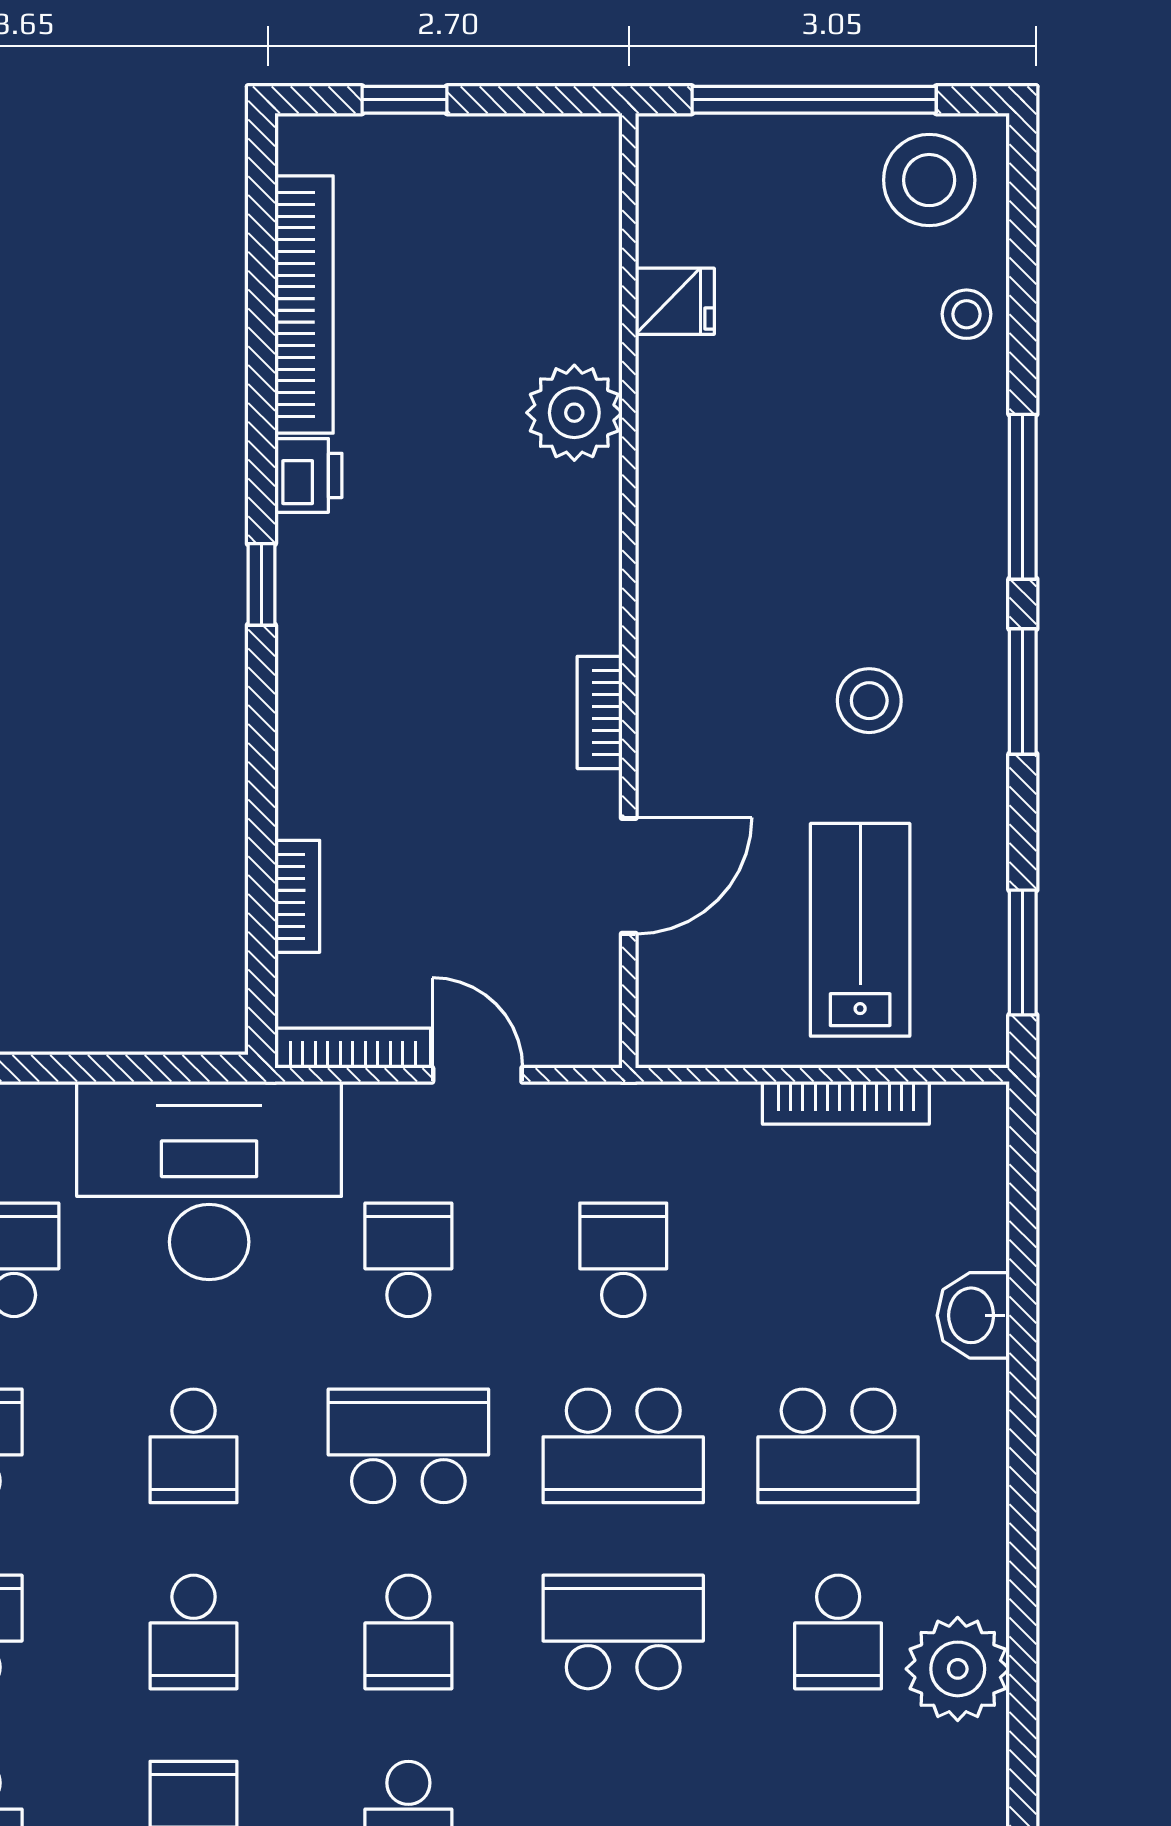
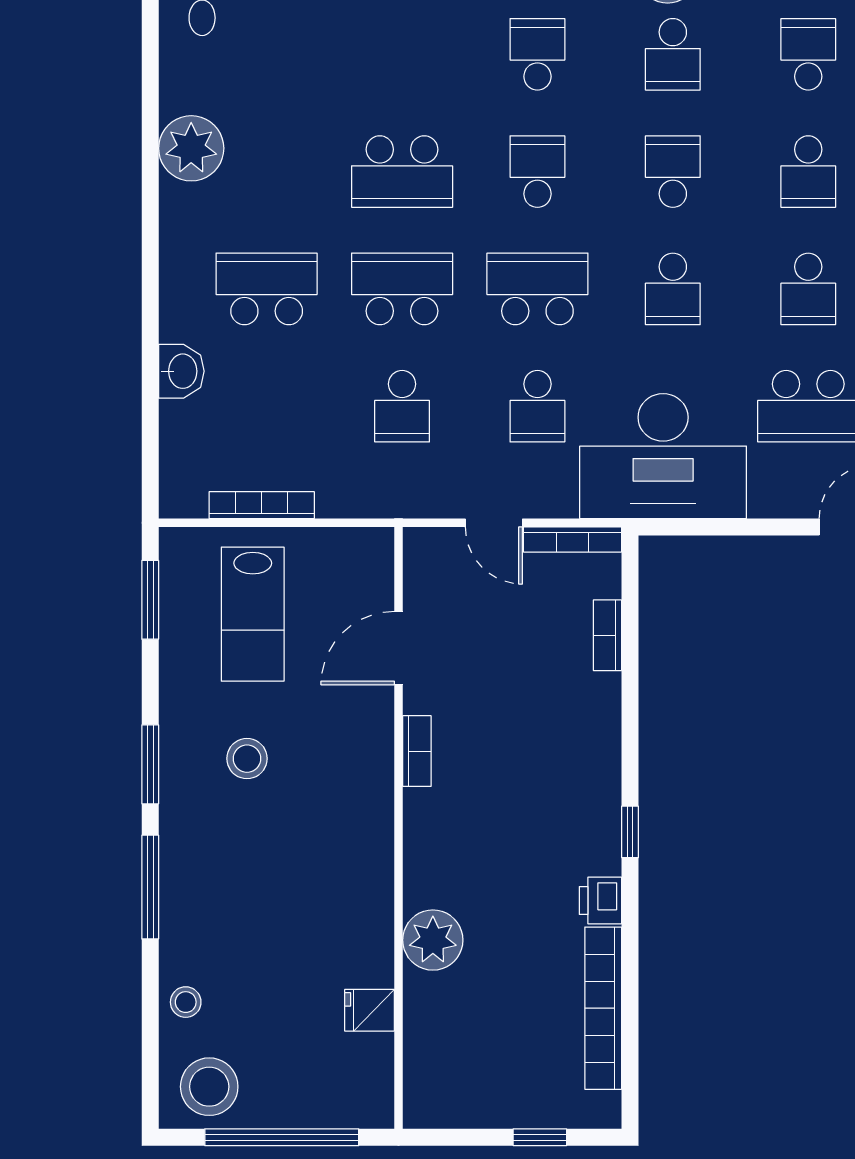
school desk: (194, 1446) -> (673, 289), turned 180
school desk: (408, 1446) -> (537, 289), turned 180
school desk: (838, 1632) -> (267, 172), removed

